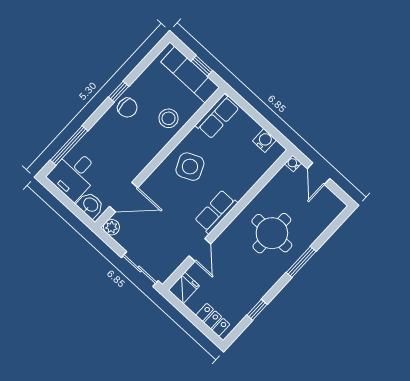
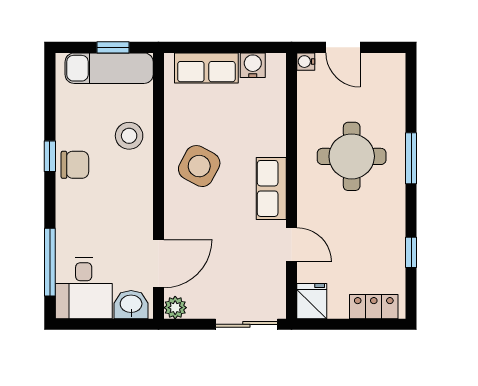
row of seats: (217, 117) -> (206, 68), moved, turned 90
side table: (190, 167) -> (199, 166), turned -38

